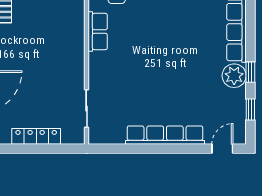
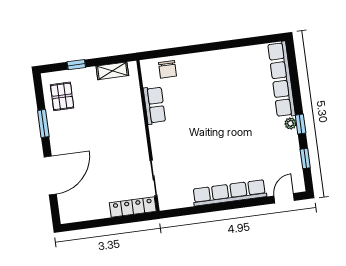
plant: (234, 76) -> (291, 123), width x0.53, depth x0.53
locker: (36, 136) -> (133, 207), moved

